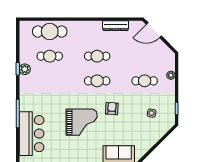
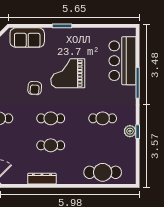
dresser: (116, 26) -> (42, 179), moved
cafe table: (50, 56) -> (103, 118), moved

